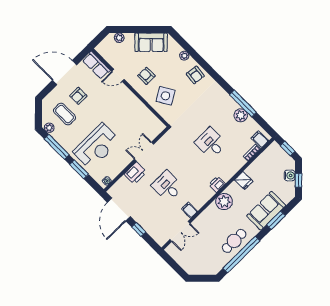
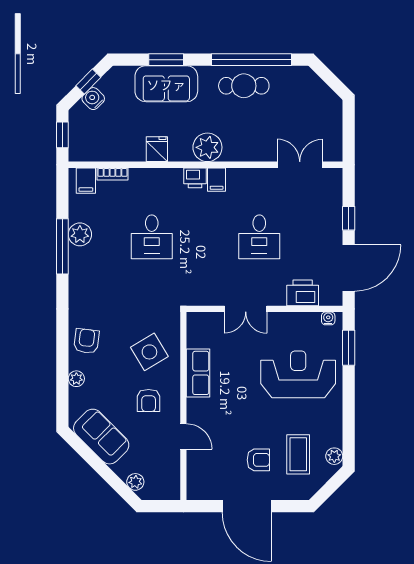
row of seats: (96, 65) -> (198, 373), moved
window: (57, 147) -> (349, 423), removed
window: (79, 169) -> (349, 348), moved
printer: (135, 173) -> (303, 293), moved
filing cabinet: (189, 210) -> (217, 180), moved

